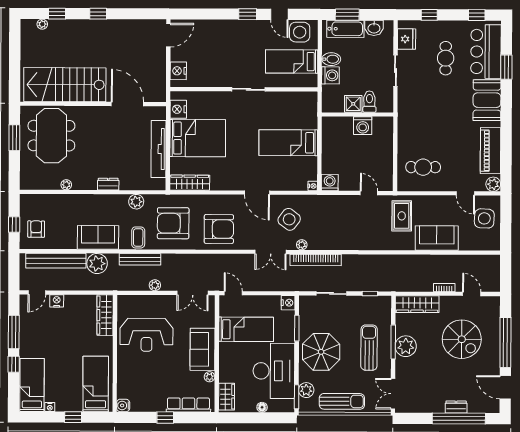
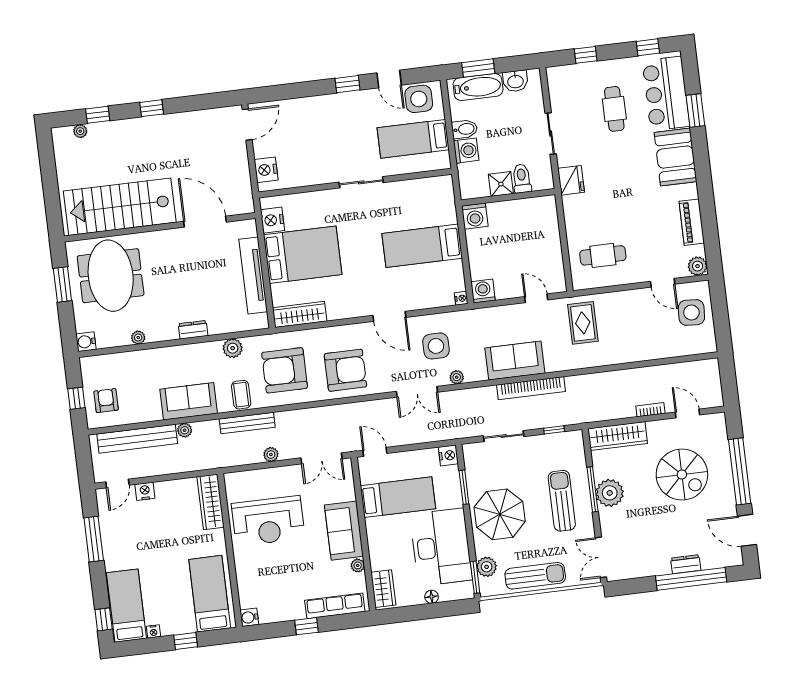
fridge: (407, 39) -> (571, 180), moved
washing machine: (363, 126) -> (475, 216), moved
piano: (491, 151) -> (692, 222), width x0.73, depth x0.75
water cooler: (27, 183) -> (86, 342), added
side table: (289, 219) -> (436, 346), turned -37
sofa: (437, 238) -> (515, 361), moved
bookcase: (316, 260) -> (531, 388), moved
plant: (97, 264) -> (185, 430), width x0.53, depth x0.53
window: (14, 364) -> (104, 619), moved

